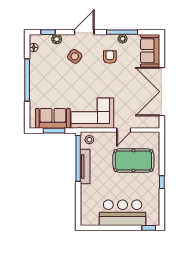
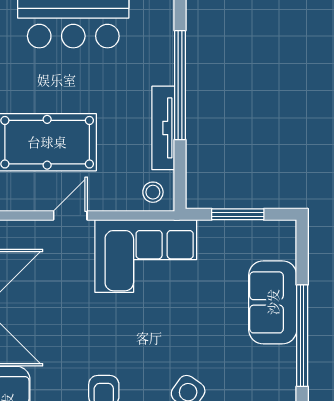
sofa: (53, 118) -> (273, 302), moved, turned 90
window: (78, 158) -> (180, 85), moved

